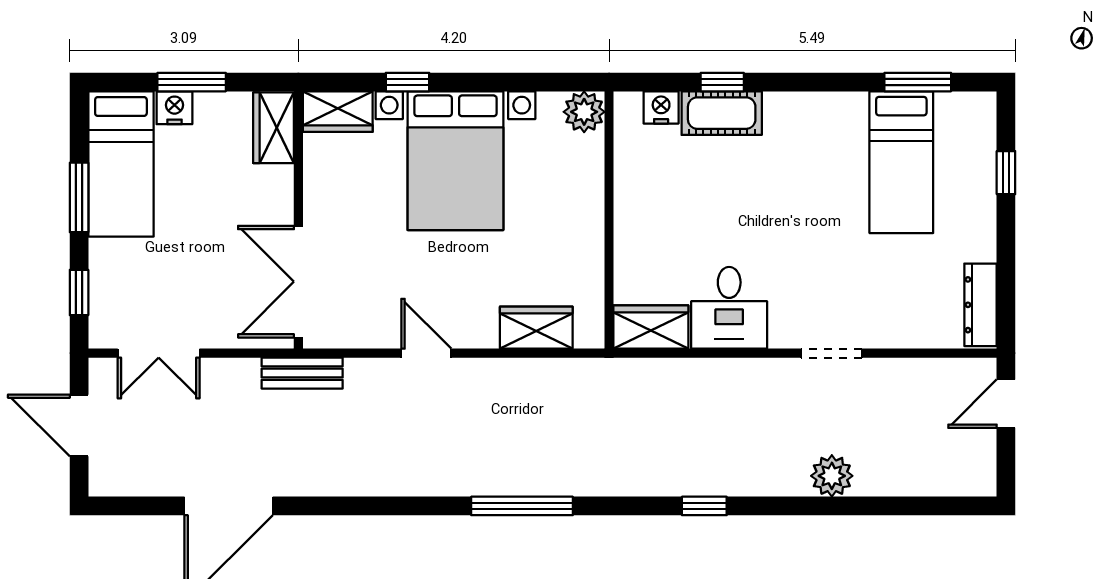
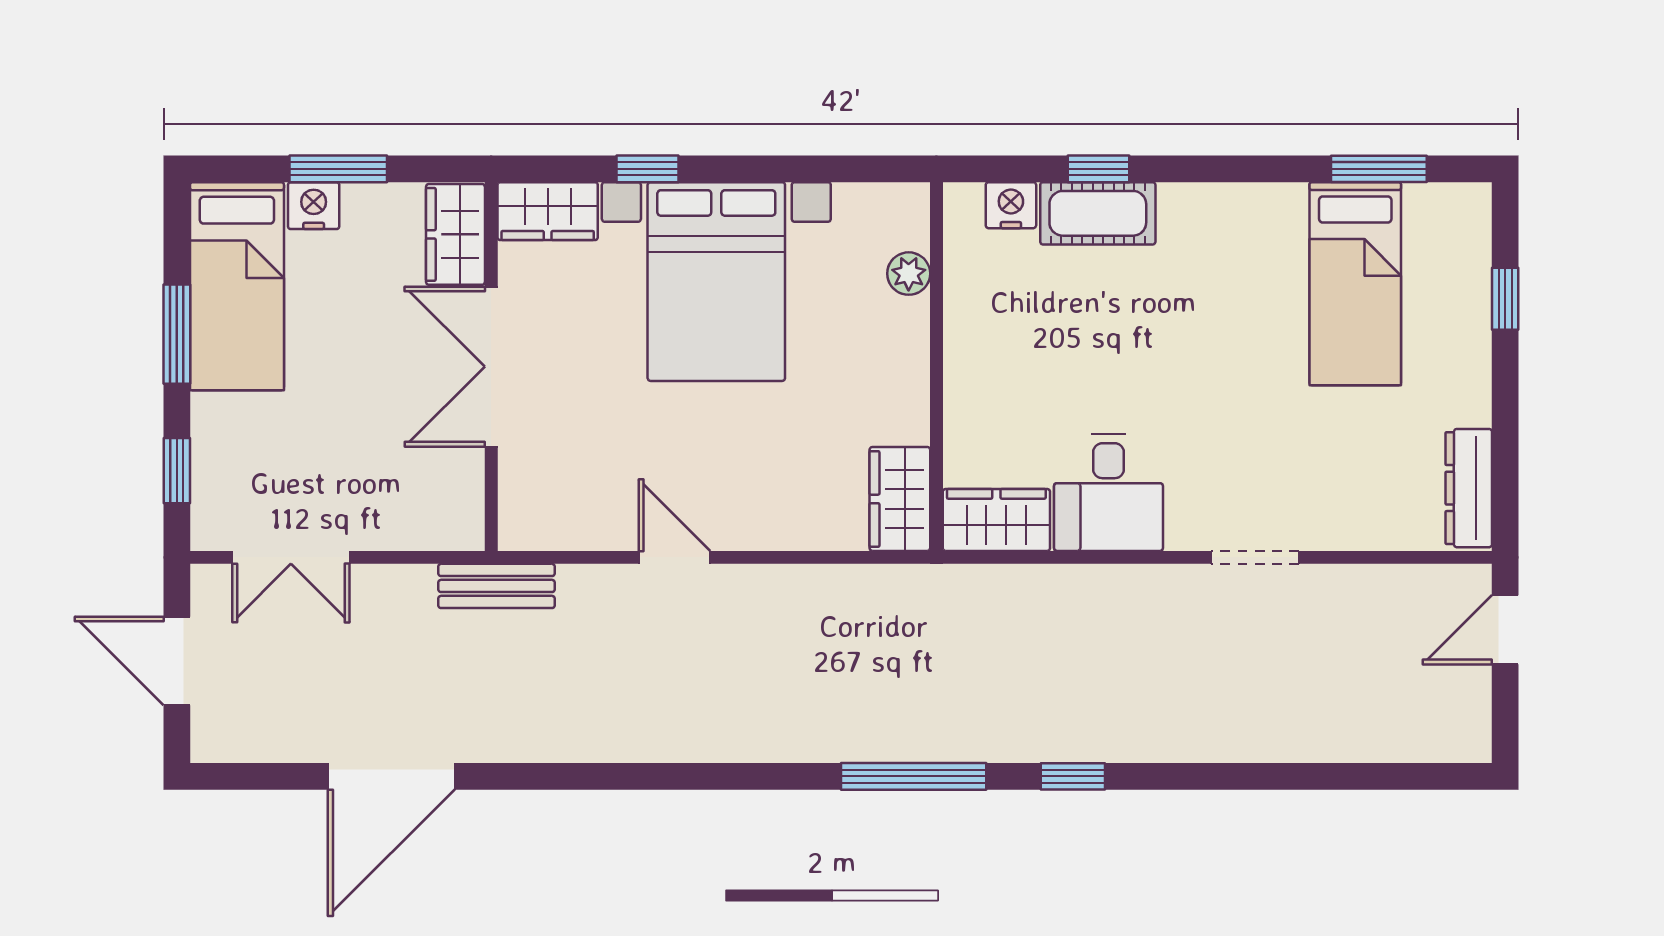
plant: (584, 112) -> (909, 274), moved, width x0.73, depth x0.73
double door: (298, 282) -> (491, 367), moved
wardrobe: (536, 328) -> (900, 499), moved, turned -90
plant: (832, 476) -> (1256, 733), removed
window: (522, 506) -> (914, 776), moved

